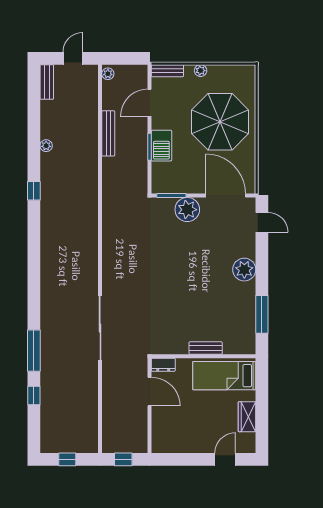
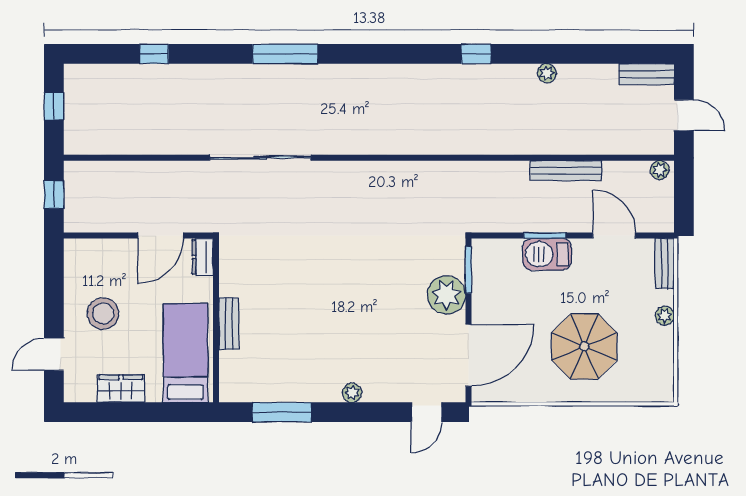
parasol: (220, 122) -> (584, 346), width x0.73, depth x0.73
plant: (244, 270) -> (352, 393), width x0.53, depth x0.53
window: (34, 351) -> (285, 54), moved
stool: (199, 428) -> (103, 313), added
door: (225, 459) -> (54, 354), swing flipped

